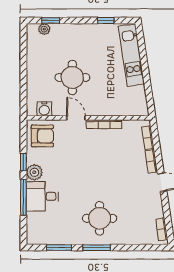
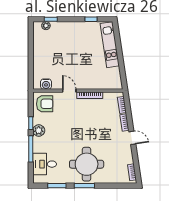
round table: (72, 78) -> (67, 61), removed
desk: (42, 196) -> (45, 164), moved
round table: (100, 218) -> (87, 164), width x1.36, depth x1.36

